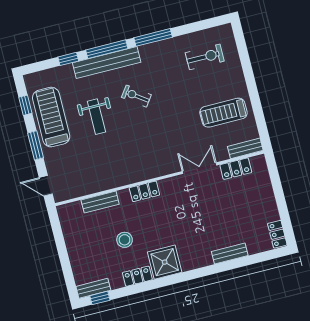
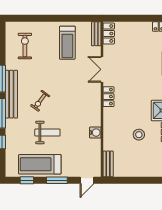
bench: (107, 62) -> (11, 94), moved
locker: (236, 169) -> (109, 33), moved
water cooler: (113, 181) -> (95, 133), added
locker: (144, 191) -> (108, 97), moved
bench: (100, 202) -> (108, 164), moved

